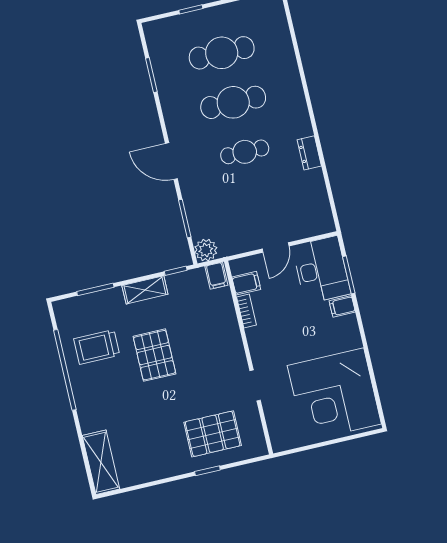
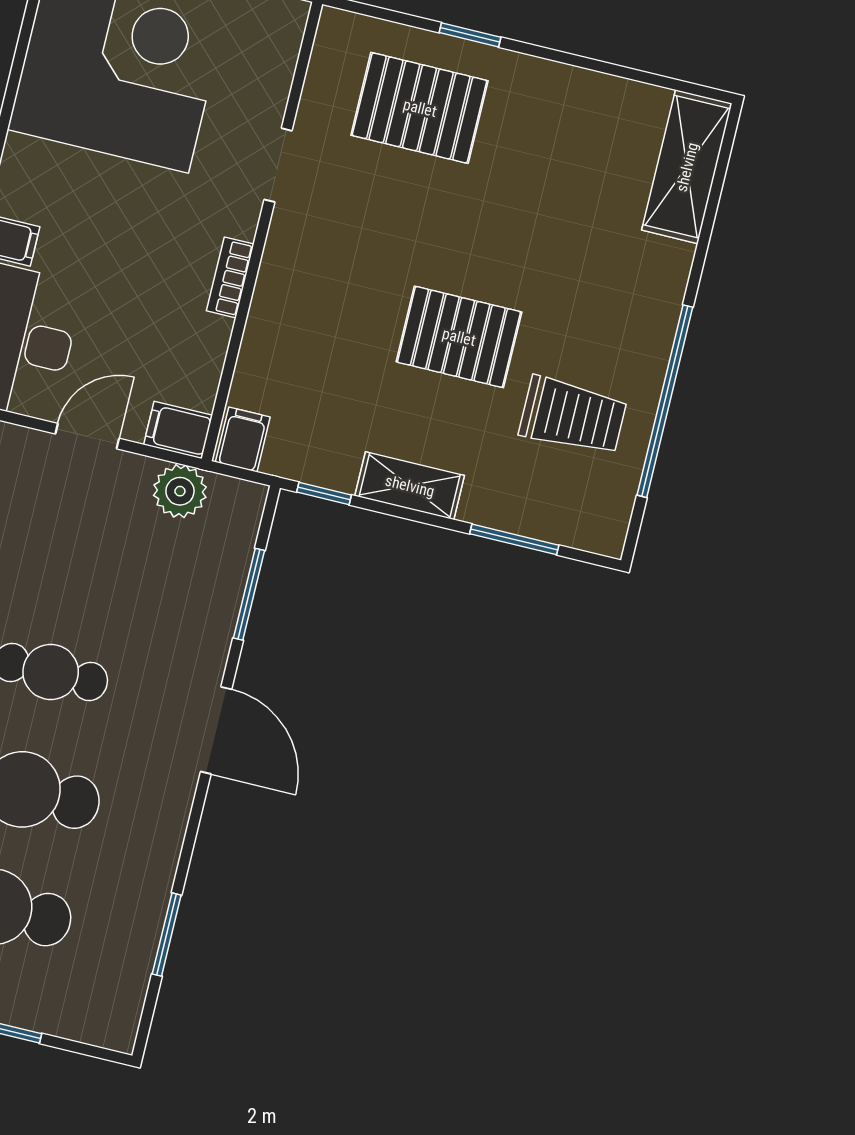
plant: (206, 250) -> (180, 491), moved
filing cabinet: (246, 283) -> (178, 430), moved
bookcase: (246, 311) -> (230, 277), moved
pallet: (154, 355) -> (459, 337), turned 90

